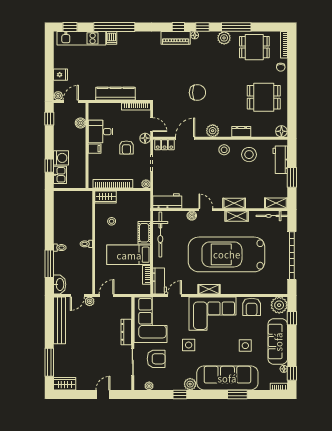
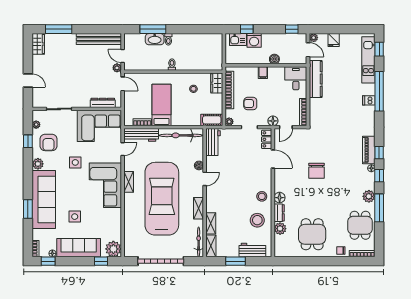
dishwasher: (112, 38) -> (369, 100), moved
kitchen counter: (116, 94) -> (316, 79), moved
boiler: (81, 123) -> (274, 59), moved
plant: (213, 131) -> (280, 229), moved
floor lamp: (281, 131) -> (280, 198), moved
desk: (101, 132) -> (296, 78), moved
armchair: (126, 147) -> (250, 104), moved
shelving: (234, 203) -> (211, 223), moved
cot: (144, 233) -> (212, 120), moved
workbench: (160, 281) -> (141, 135), width x1.38
washbasin: (60, 284) -> (155, 39), moved
door: (175, 295) -> (123, 149), hinge flipped
armchair: (252, 307) -> (112, 223), removed
dresser: (126, 332) -> (103, 103), moved
armchair: (156, 359) -> (48, 142), moved
window: (180, 394) -> (28, 141), moved

